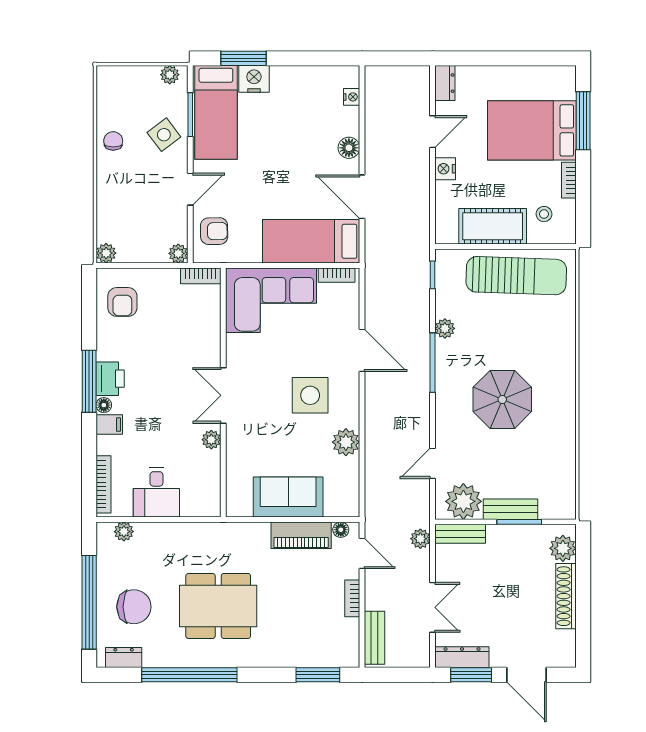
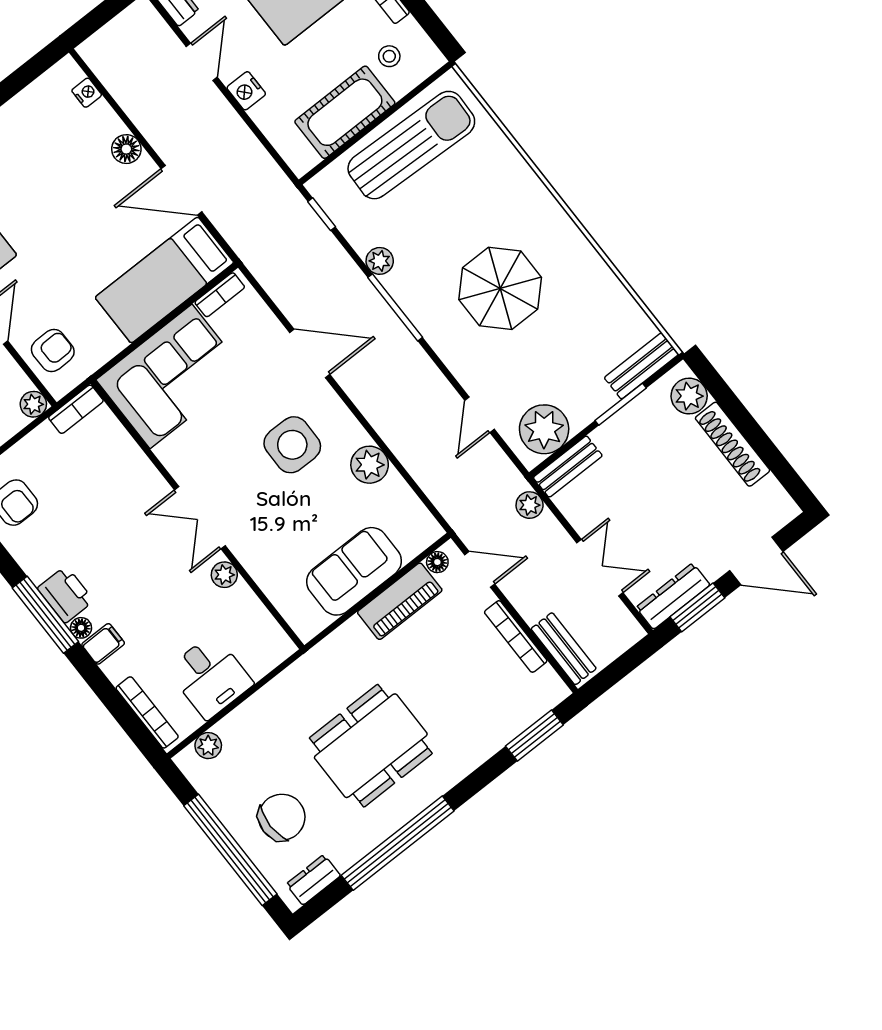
bench: (511, 509) -> (642, 366), moved
bookcase: (352, 598) -> (516, 636), width x1.56

